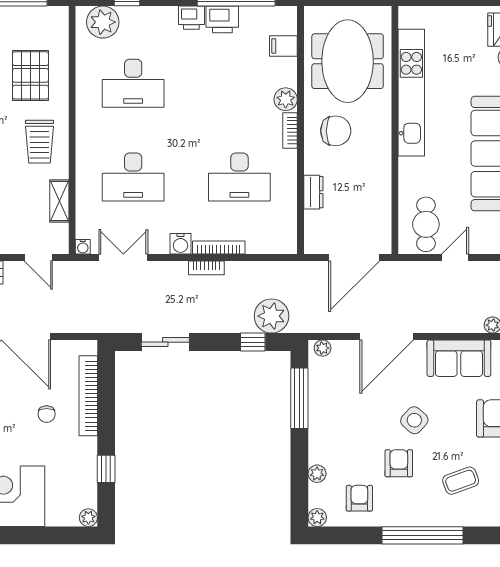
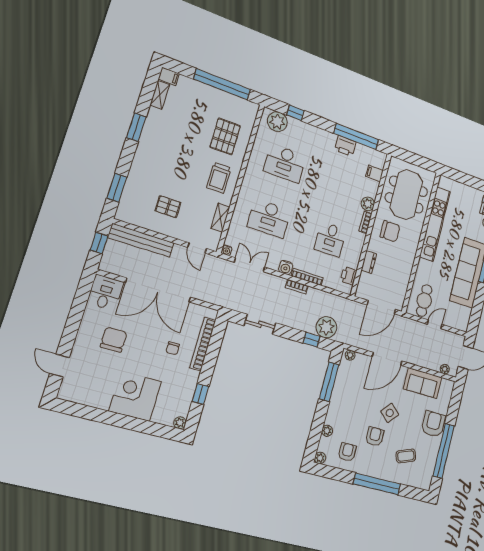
printer: (191, 18) -> (349, 276), moved, turned 90
desk: (239, 177) -> (330, 239), width x0.73

